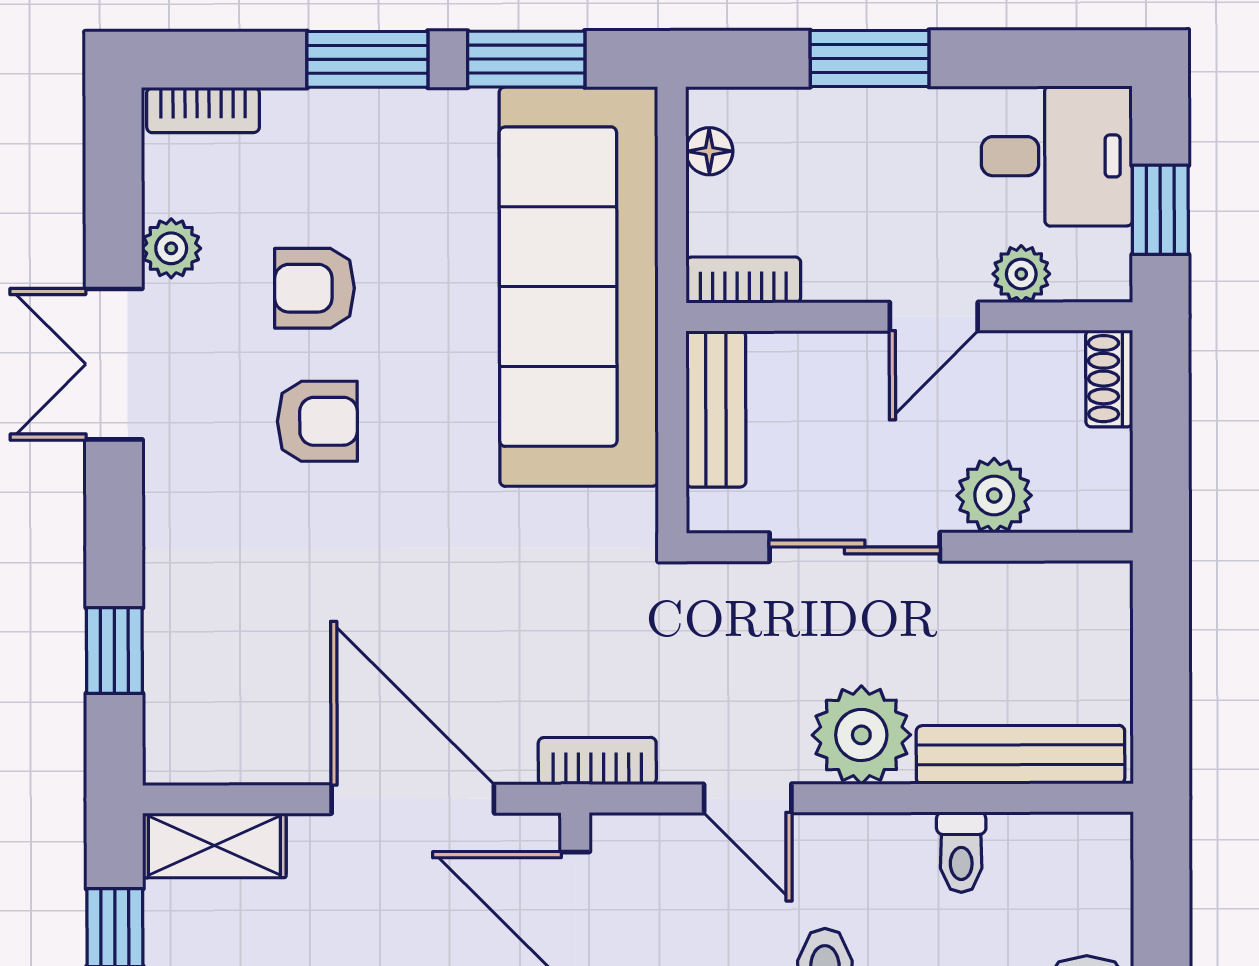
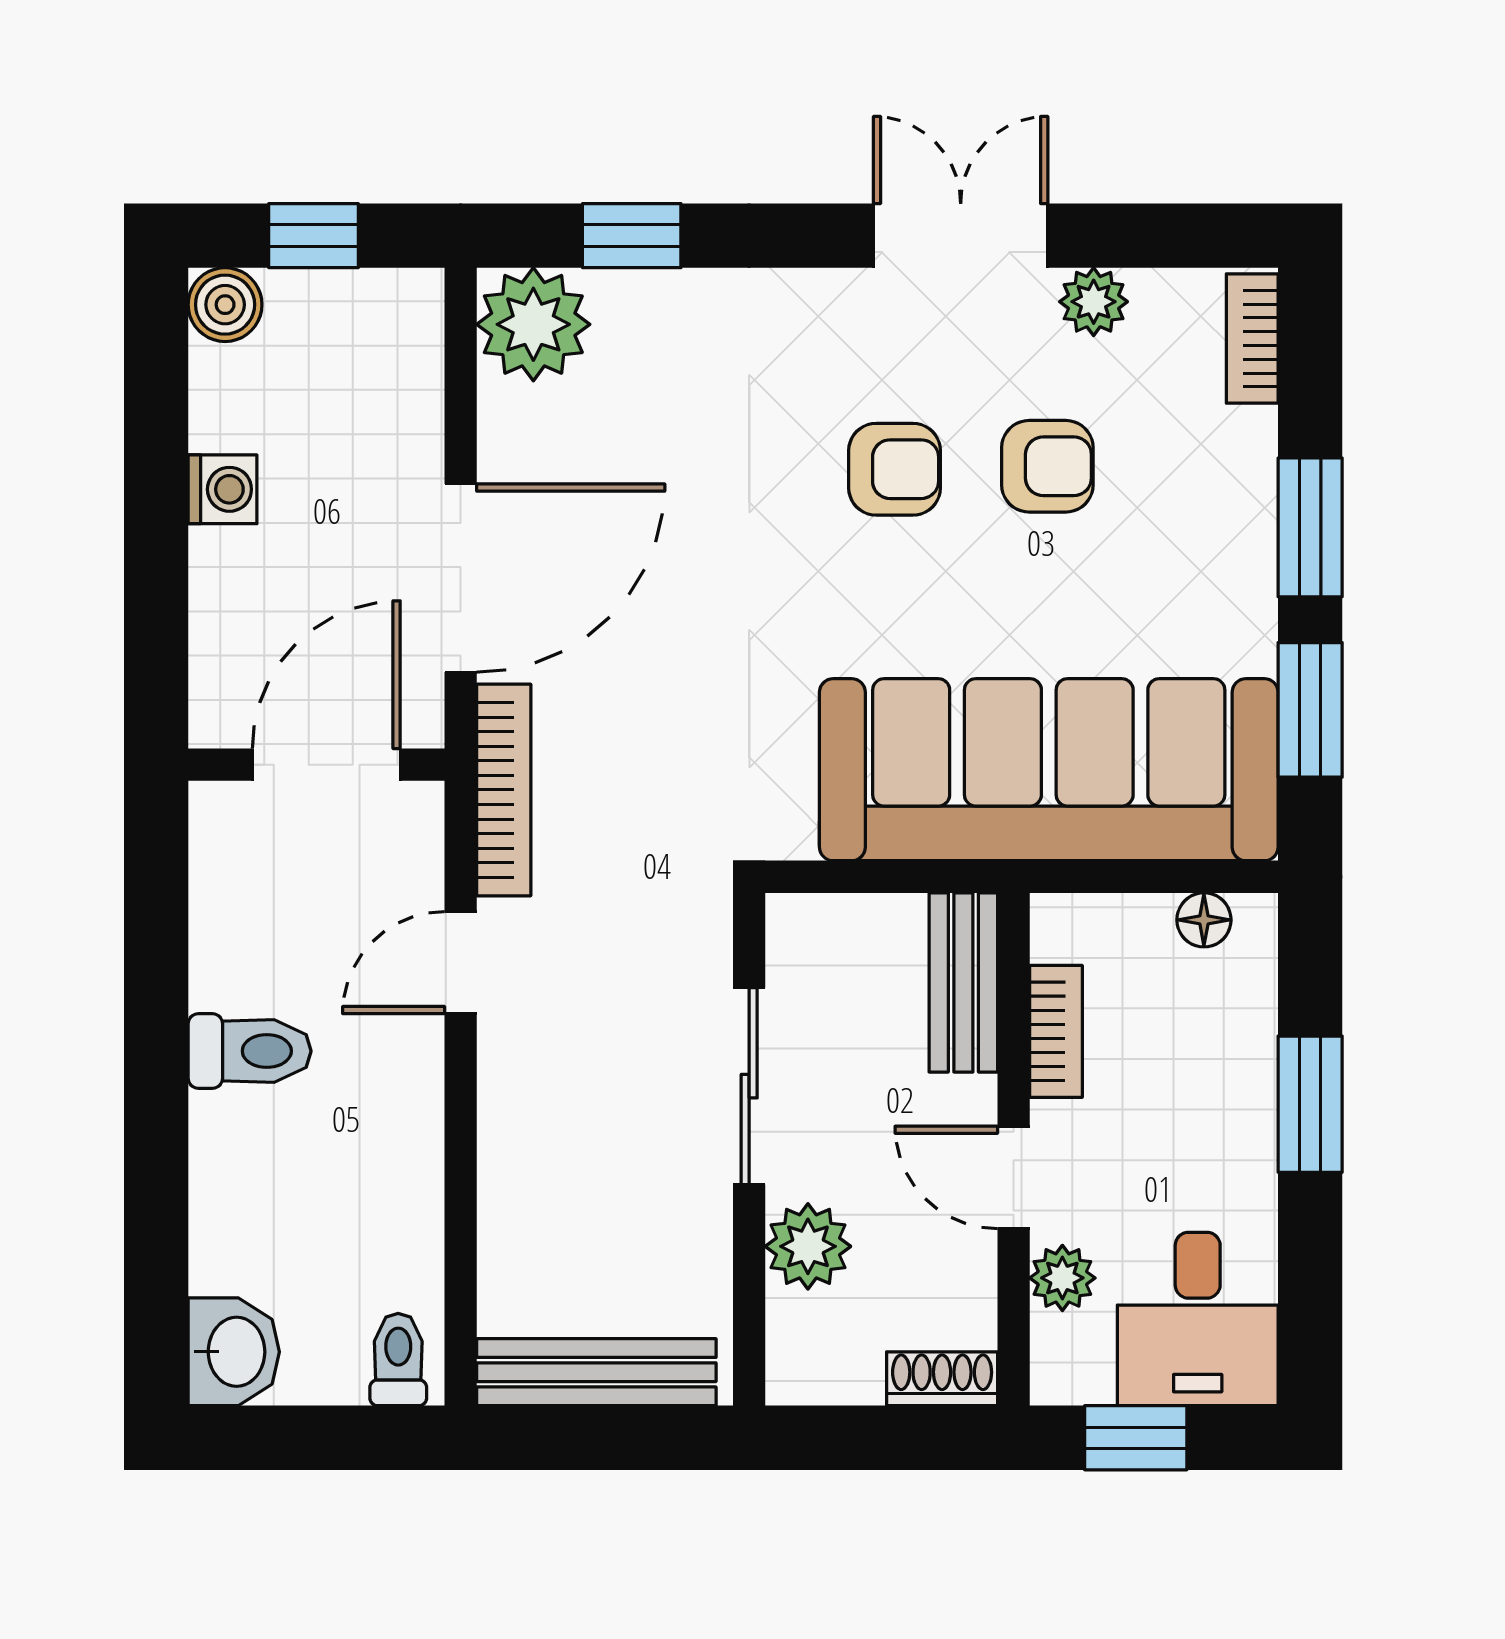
bookcase: (743, 280) -> (1056, 1031), moved
armchair: (315, 288) -> (1047, 466), turned 90
bench: (716, 409) -> (963, 982), moved, turned 90
armchair: (317, 421) -> (895, 469), turned -90
plant: (861, 735) -> (533, 324), moved
bench: (1020, 755) -> (596, 1372), moved, turned 90
bookcase: (597, 761) -> (504, 790), width x1.56
shelving: (214, 846) -> (408, 350), removed
toilet: (961, 852) -> (398, 1359), moved, turned 90

